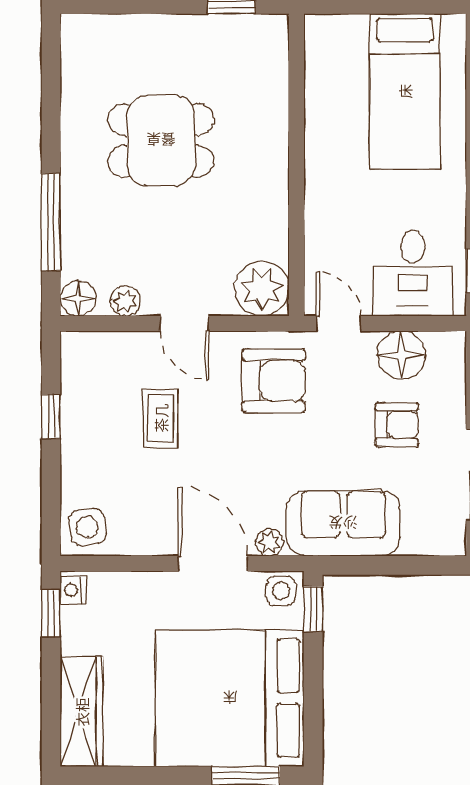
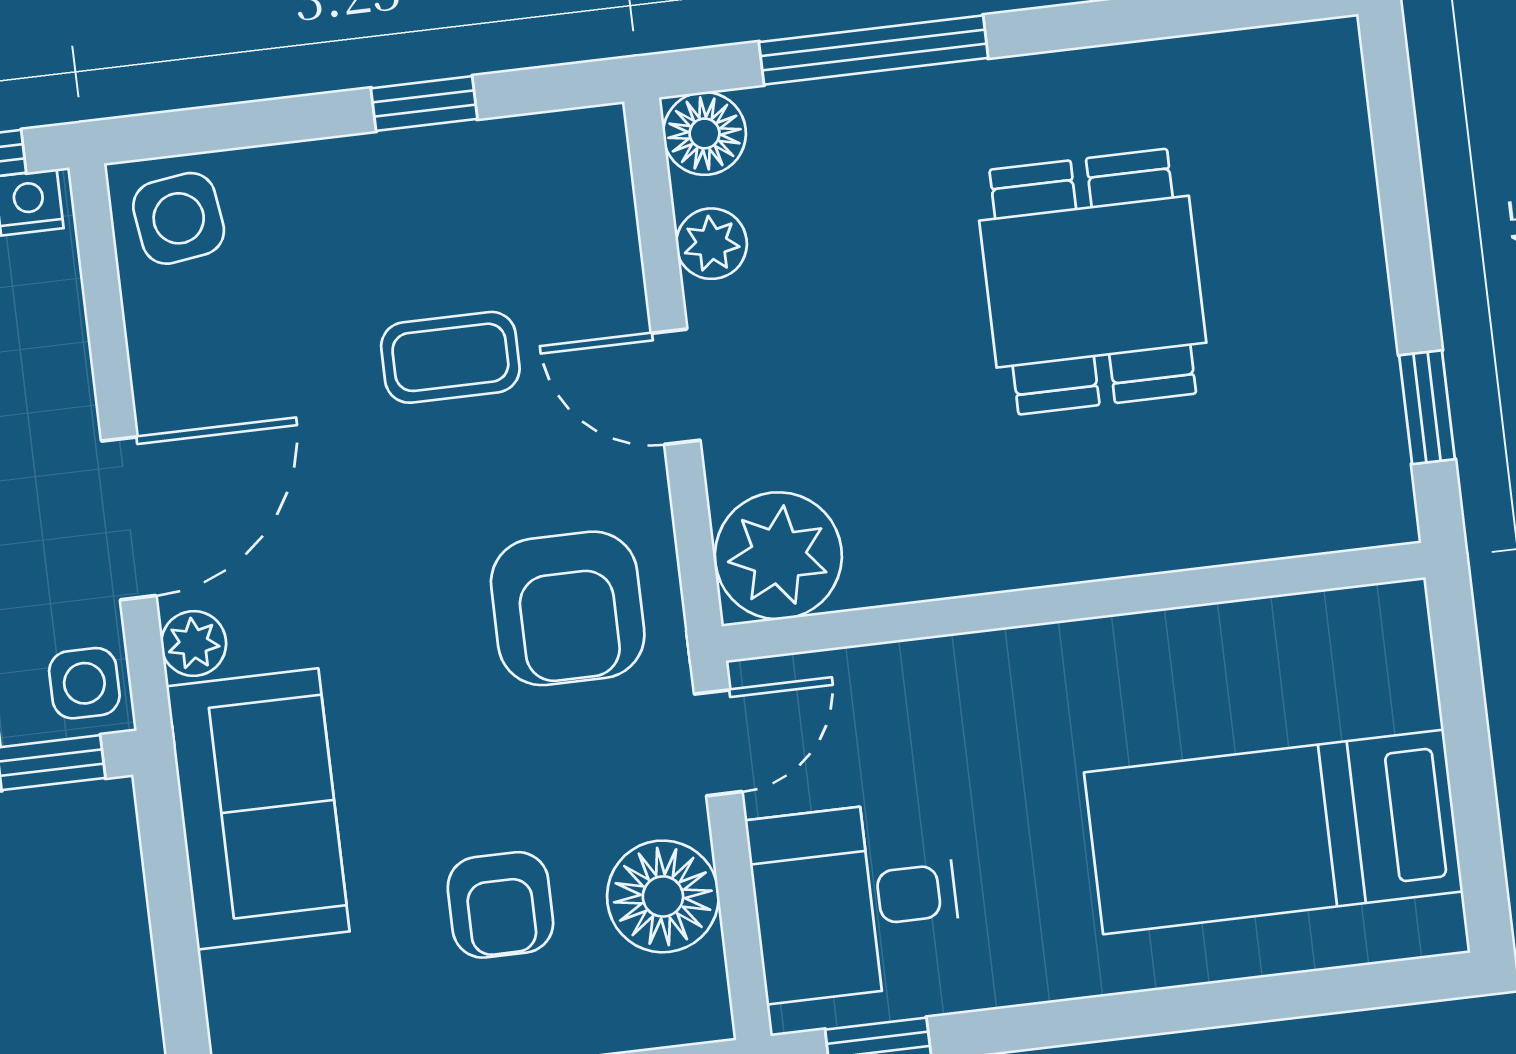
door: (185, 324) -> (676, 387), hinge flipped

